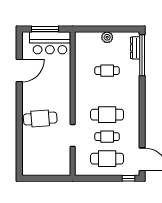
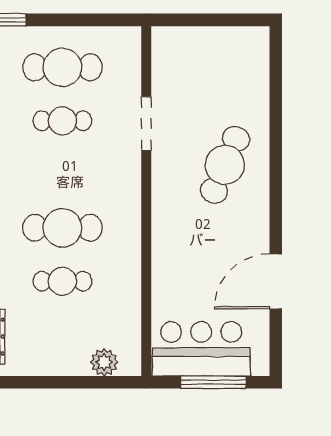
plant: (107, 37) -> (104, 362), moved
cafe table: (107, 115) -> (62, 228), moved
cafe table: (40, 119) -> (225, 165), turned -63

